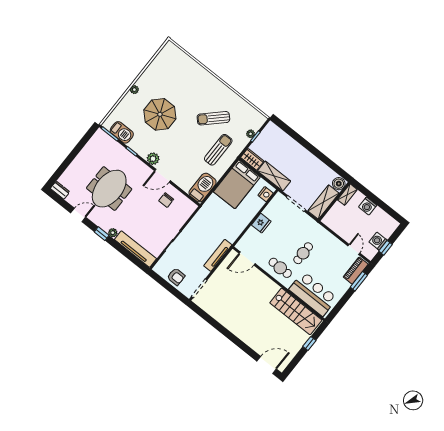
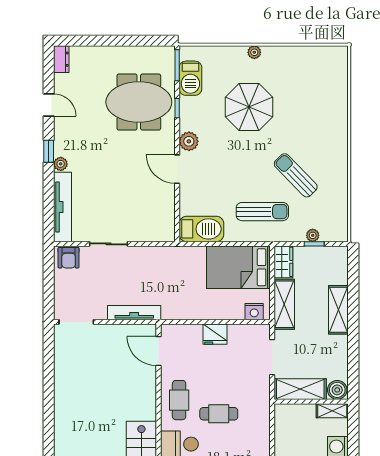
shelving: (299, 151) -> (338, 310), added
meeting table: (109, 189) -> (139, 102), moved
chair: (166, 200) -> (151, 197), removed
armchair: (176, 277) -> (69, 258), moved

